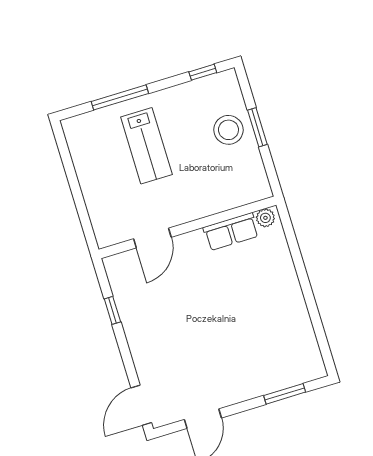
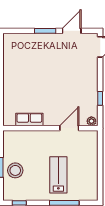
plant: (265, 218) -> (91, 121), moved
window: (285, 394) -> (45, 31), moved

